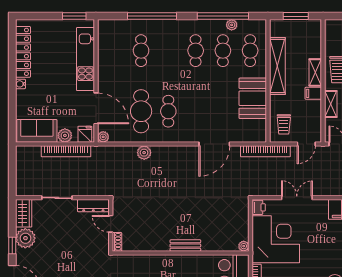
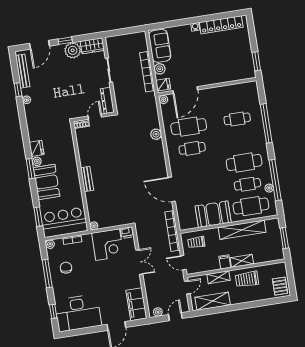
cafe table: (196, 51) -> (244, 163), width x1.37, depth x1.35
cafe table: (250, 51) -> (251, 206), width x1.37, depth x1.35
kitchen unit: (85, 59) -> (223, 76), removed
corner desk: (276, 239) -> (108, 245), width x0.74, depth x0.74

